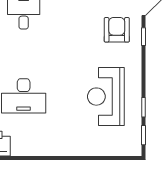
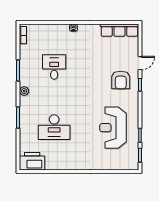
armchair: (117, 30) -> (121, 80), turned 180

